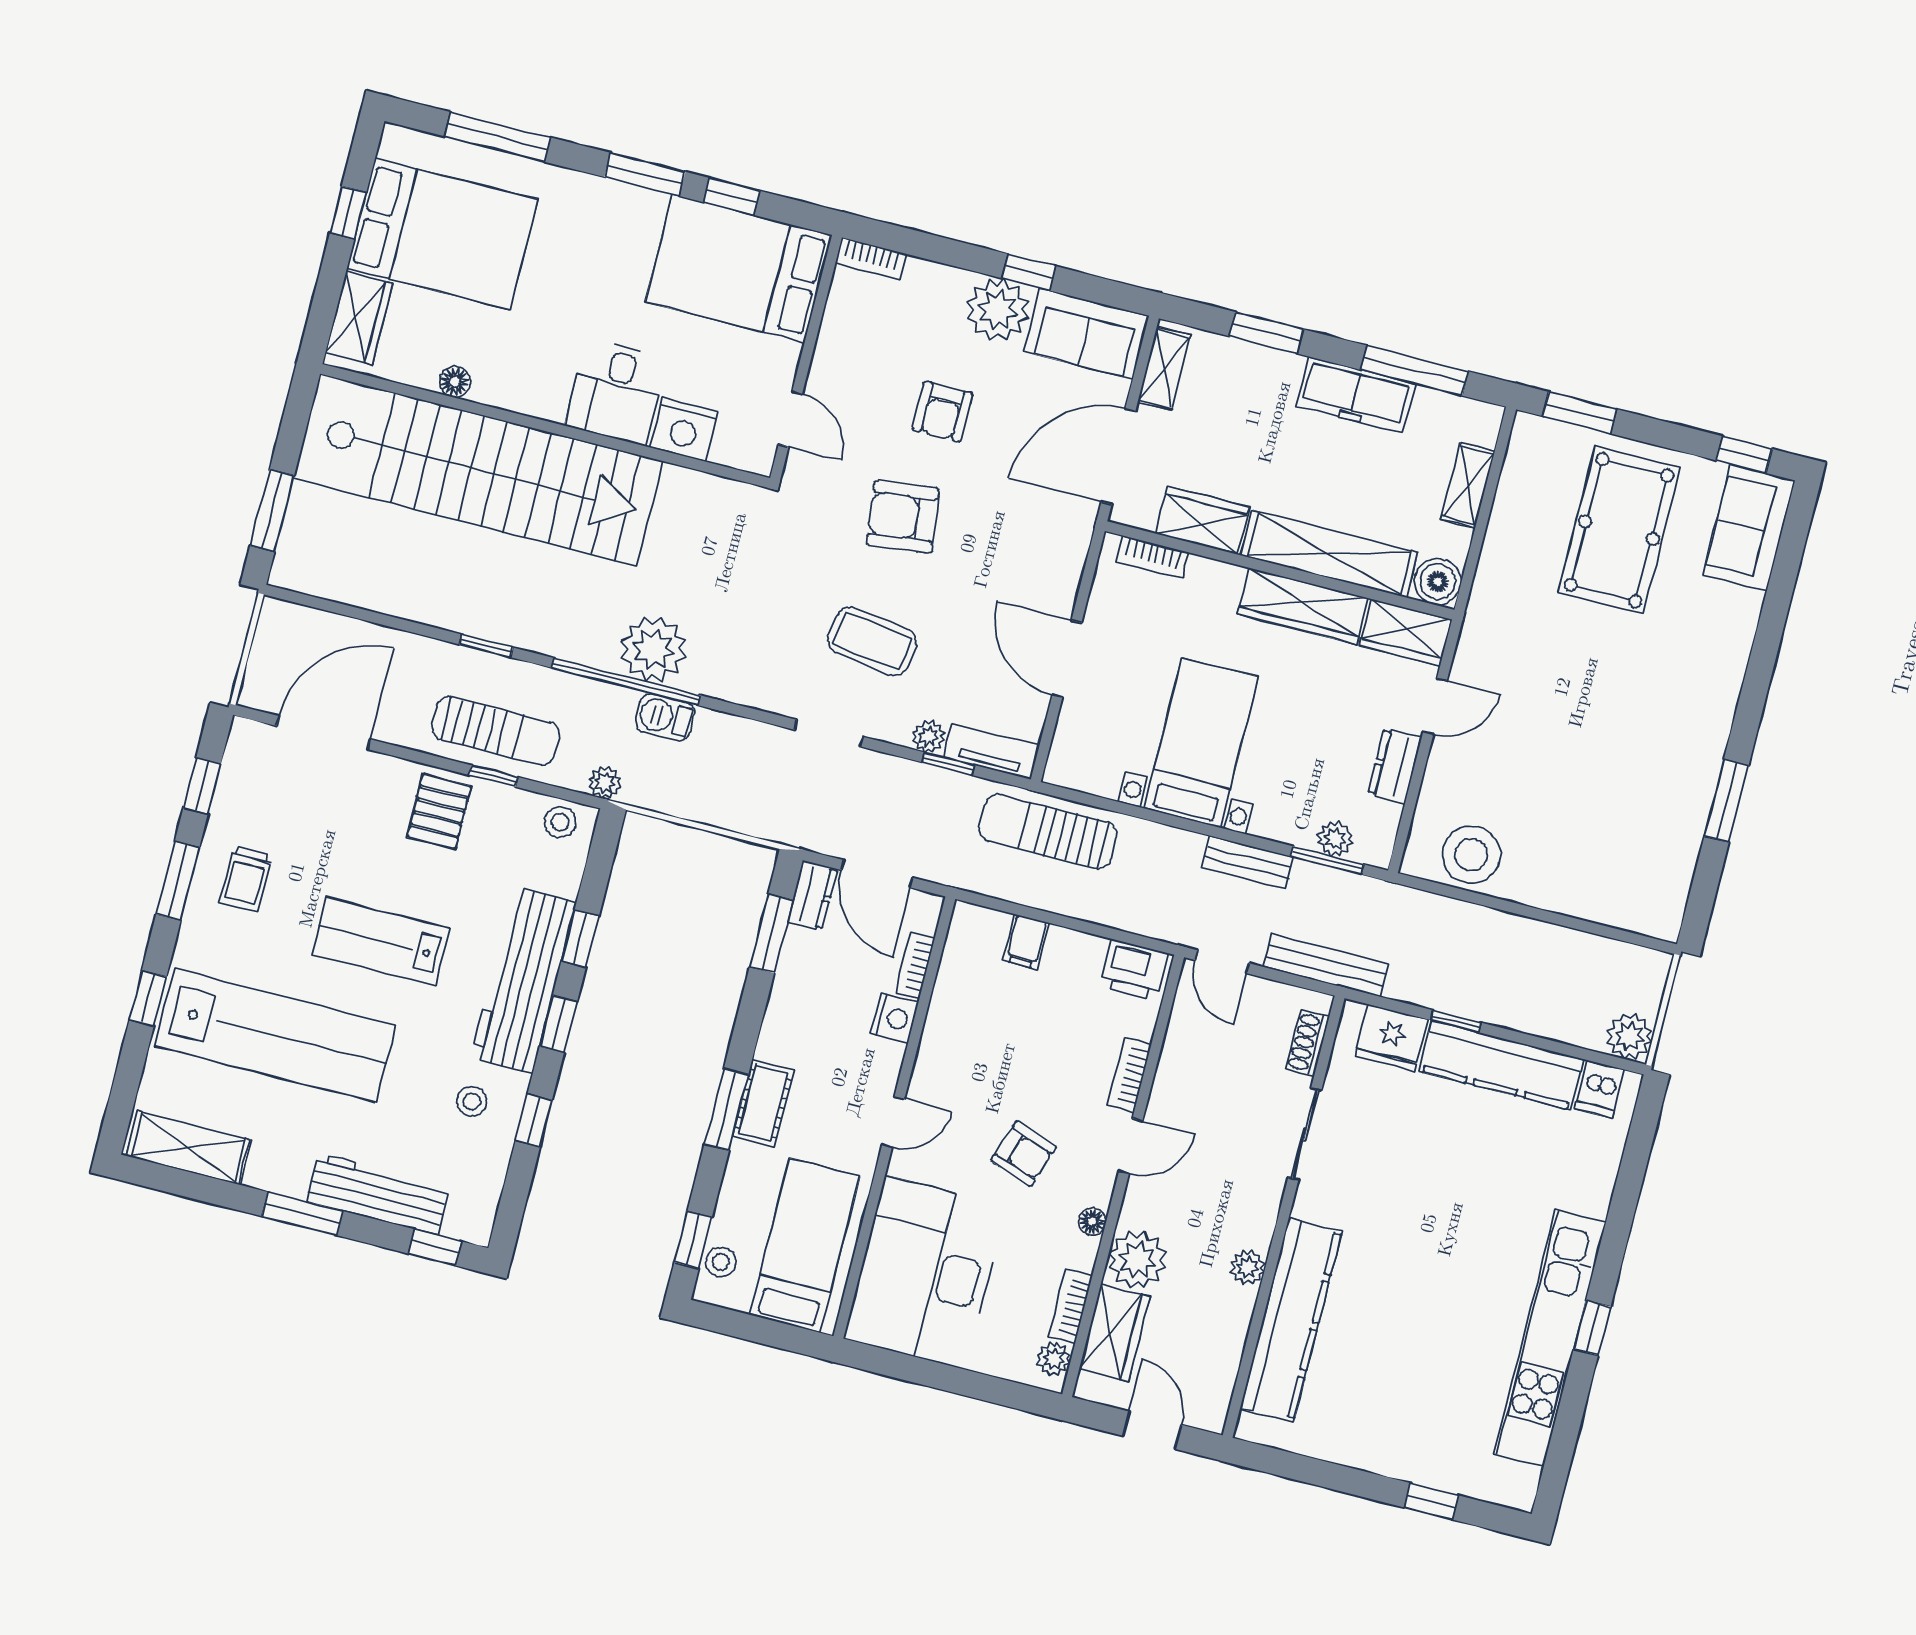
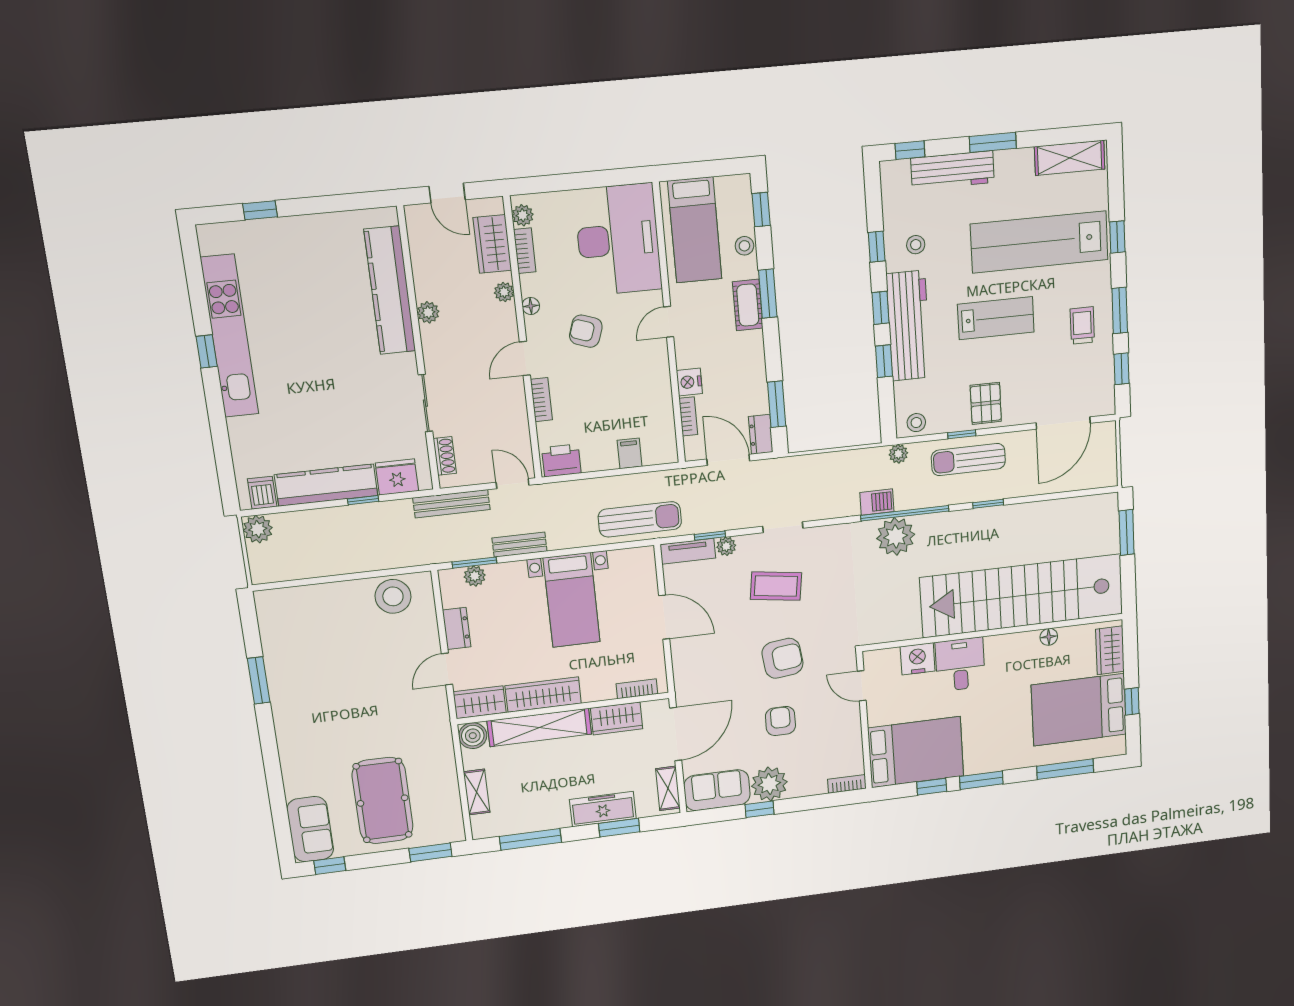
freezer: (1356, 395) -> (603, 809), moved
plant: (1137, 1260) -> (504, 292), width x0.53, depth x0.53
stool: (721, 1262) -> (744, 246), moved

